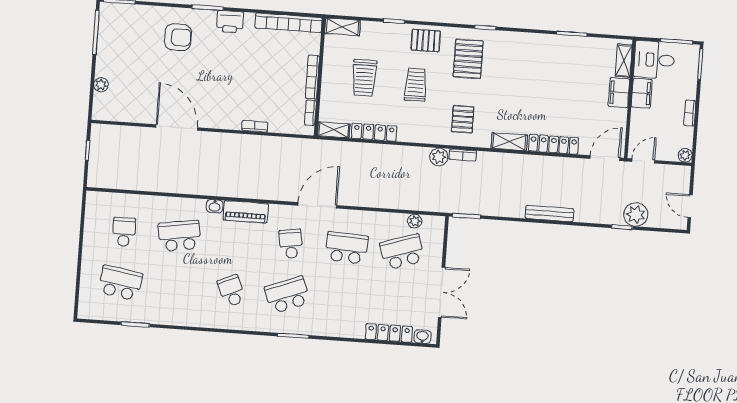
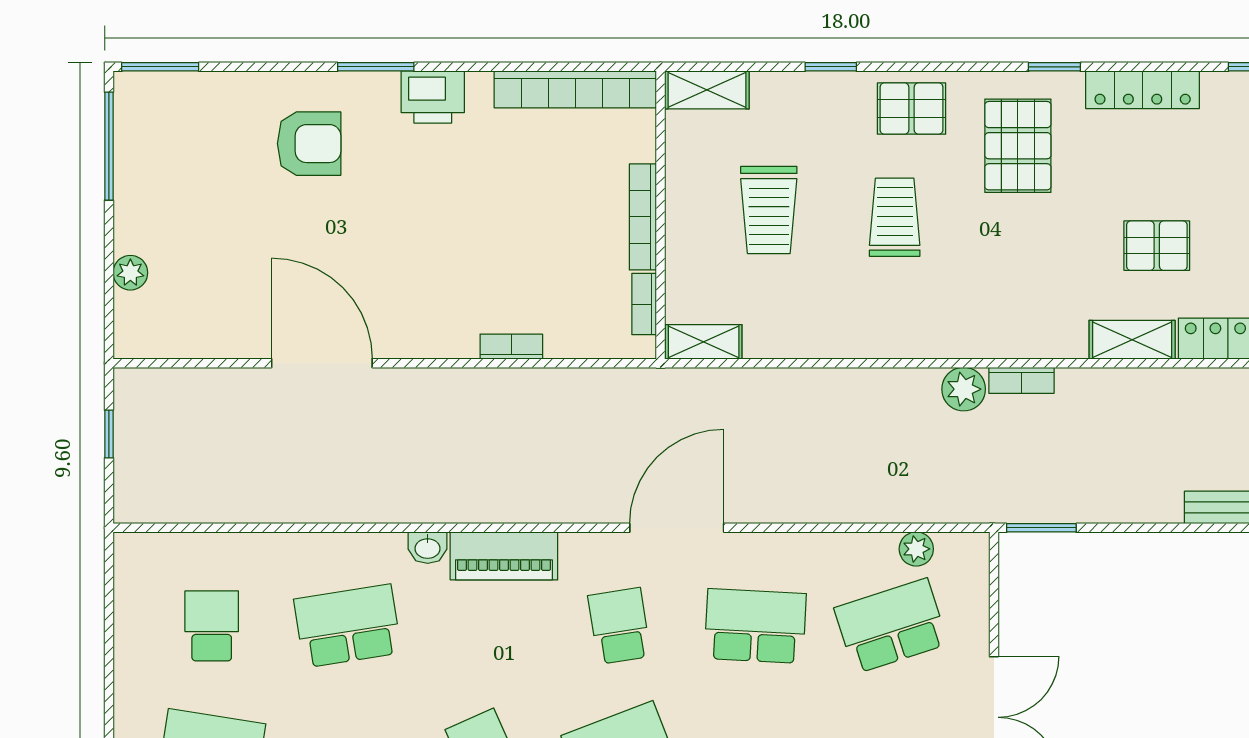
pallet: (463, 119) -> (1157, 246), moved, turned 90
locker: (374, 132) -> (1143, 90), moved, turned 180

